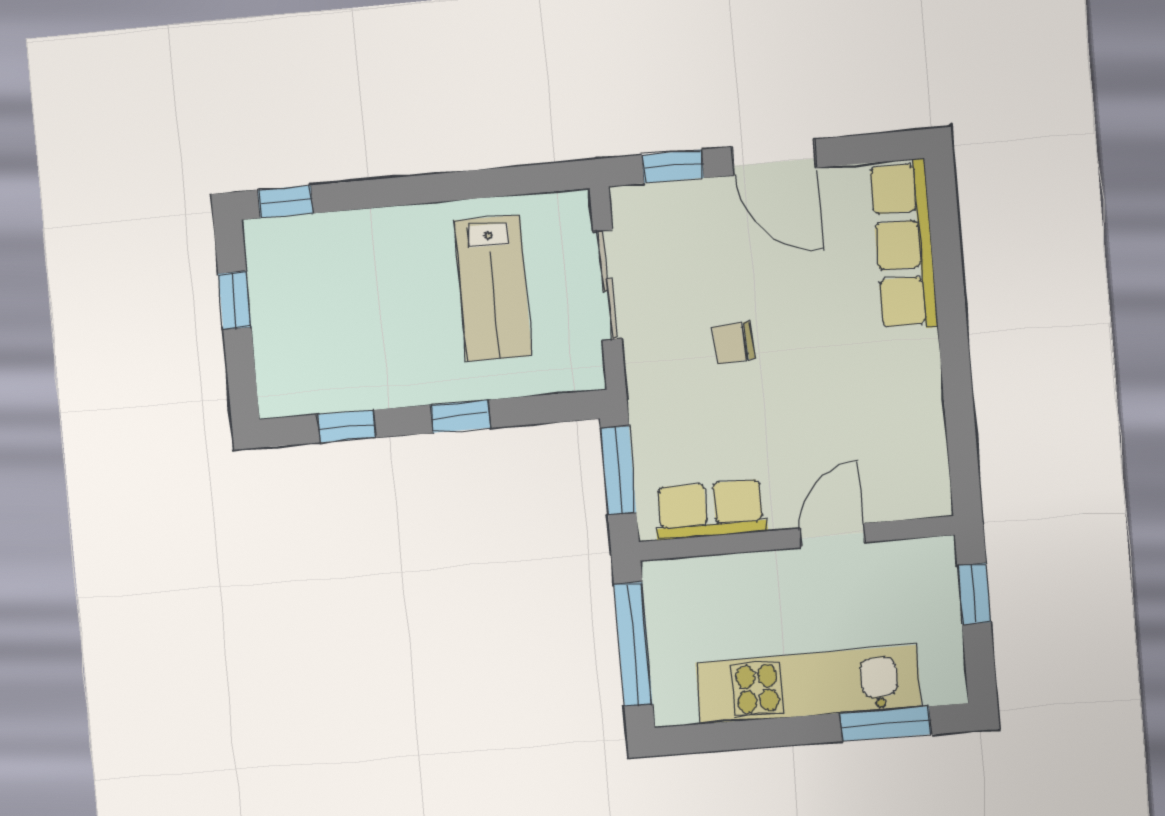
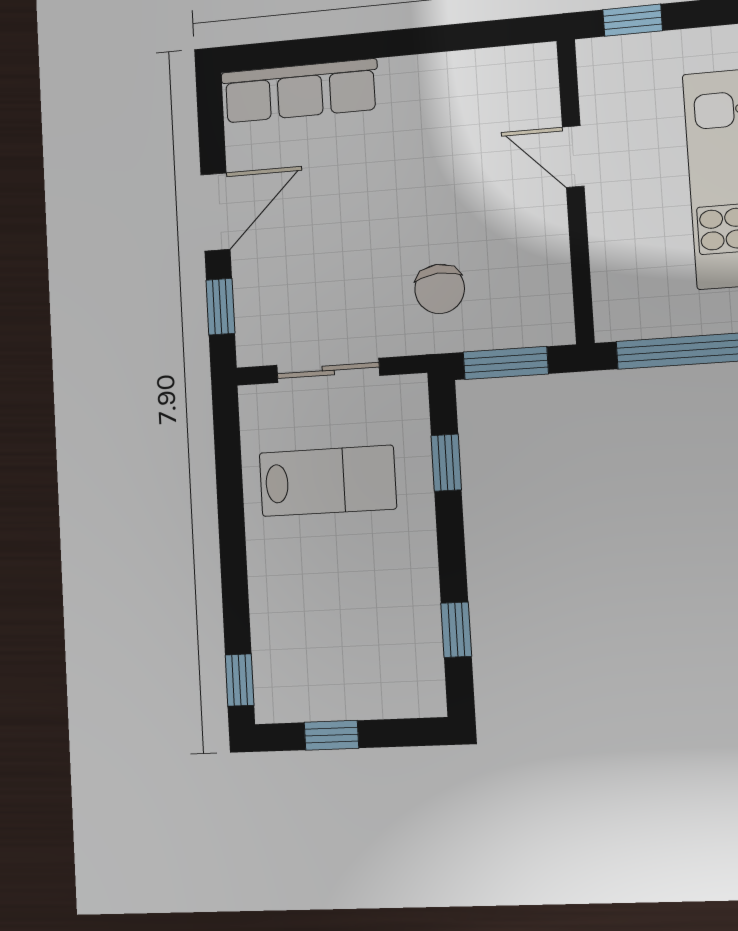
chair: (734, 343) -> (440, 289), moved, width x1.37, depth x1.37
window: (460, 416) -> (446, 463), moved
row of seats: (710, 510) -> (546, 274), removed

